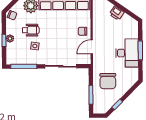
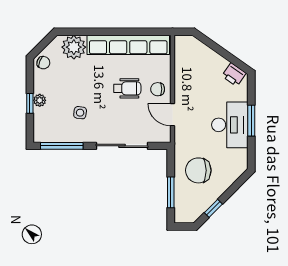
printer: (117, 13) -> (234, 75), moved
wheelchair: (31, 30) -> (127, 88), moved
door: (92, 47) -> (172, 115), hinge flipped
chair: (108, 81) -> (198, 170), turned 90

